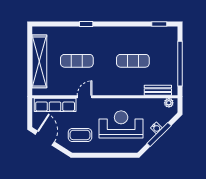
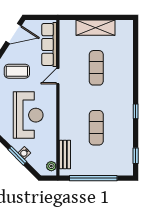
window: (86, 24) -> (136, 111), moved
shelving: (39, 61) -> (96, 28), width x0.68
door: (85, 97) -> (58, 76), swing flipped
coffee table: (80, 135) -> (17, 71), turned 90
window: (159, 135) -> (17, 156), width x0.69

